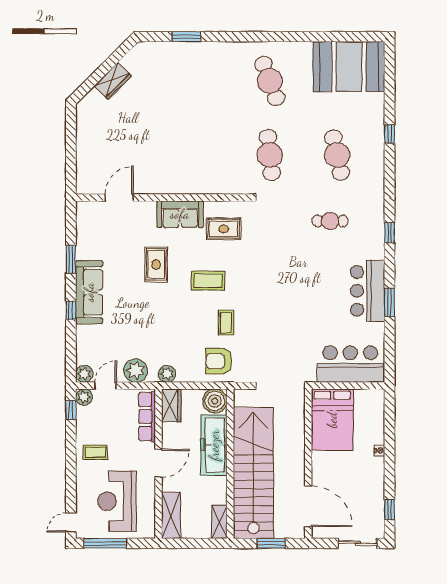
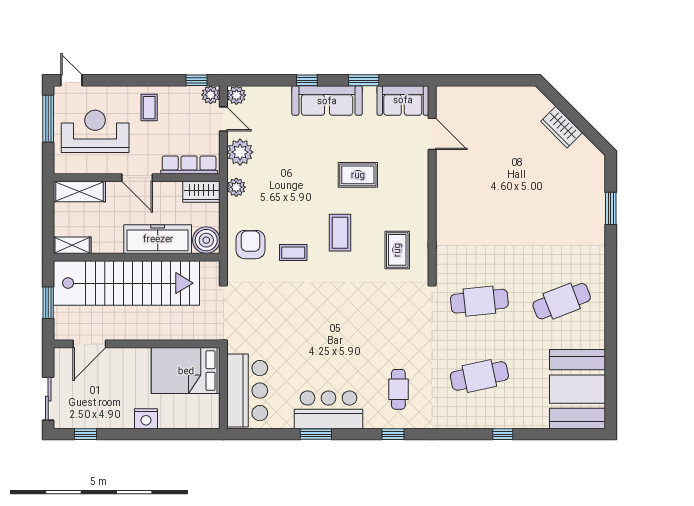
sofa: (180, 214) -> (403, 100), moved, turned -90
cafe table: (330, 221) -> (398, 389), moved
nightstand: (380, 450) -> (146, 419), width x1.89, depth x1.79
door: (308, 506) -> (89, 344), width x0.73

